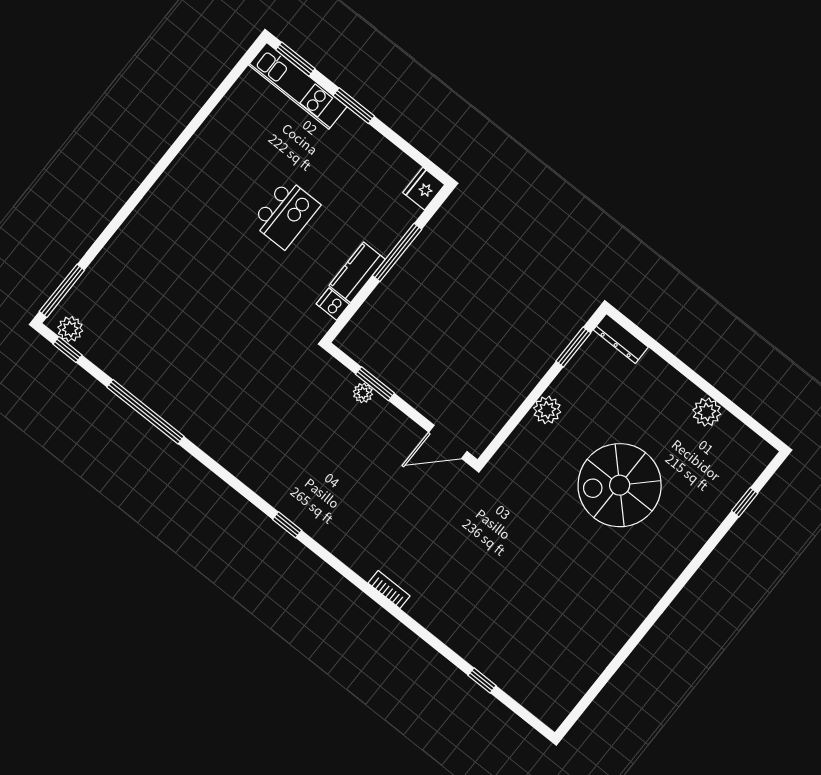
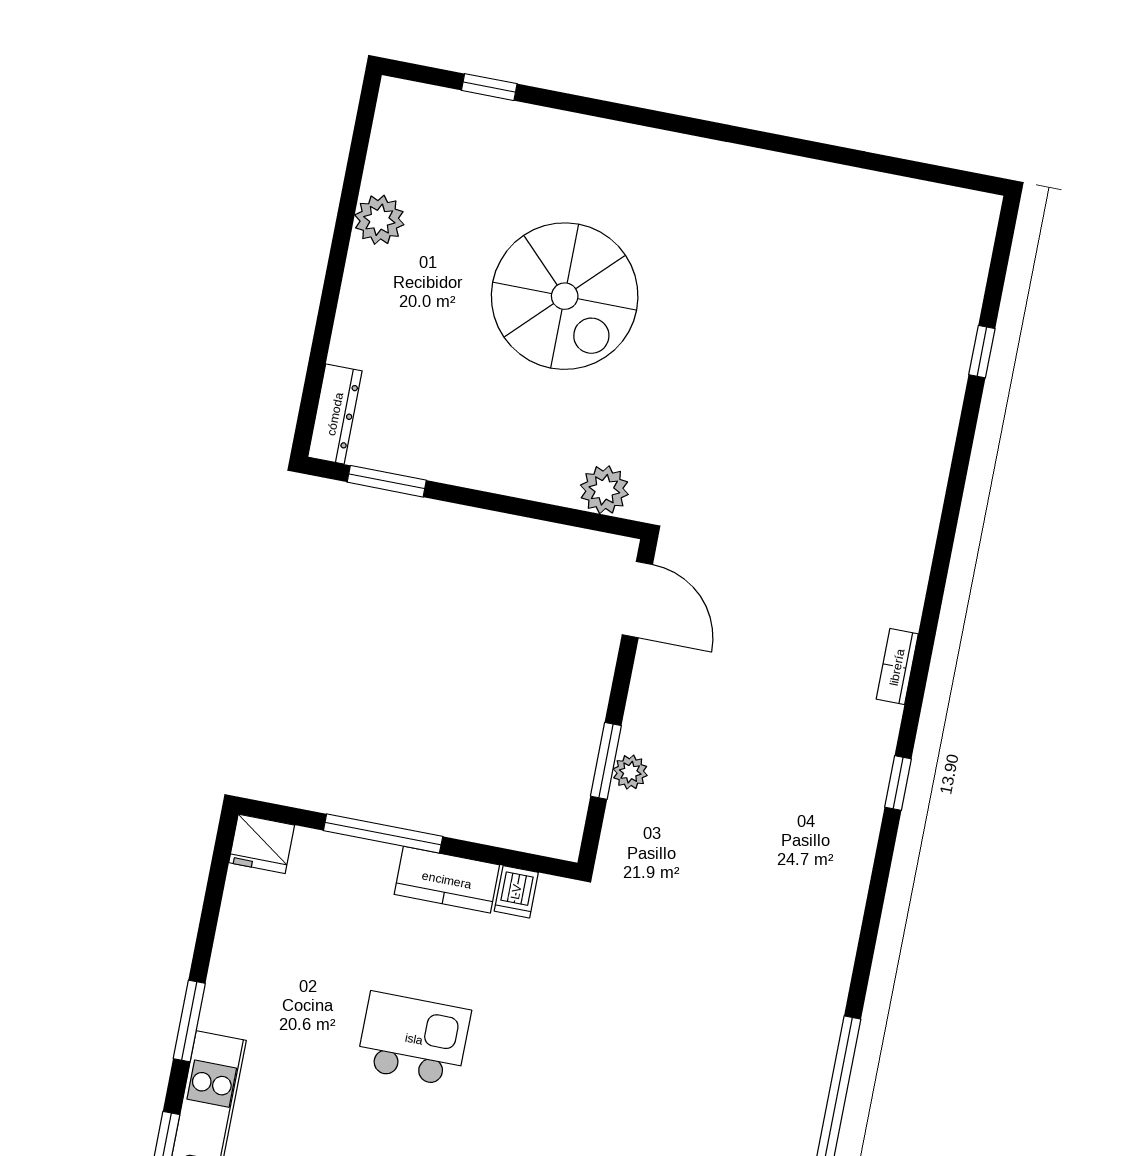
plant: (547, 410) -> (604, 490), moved
bookcase: (389, 590) -> (897, 667), moved

